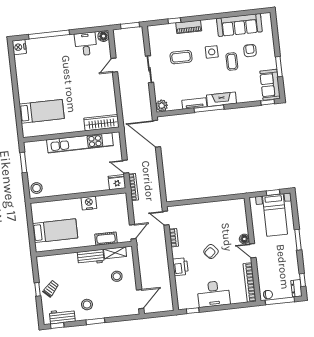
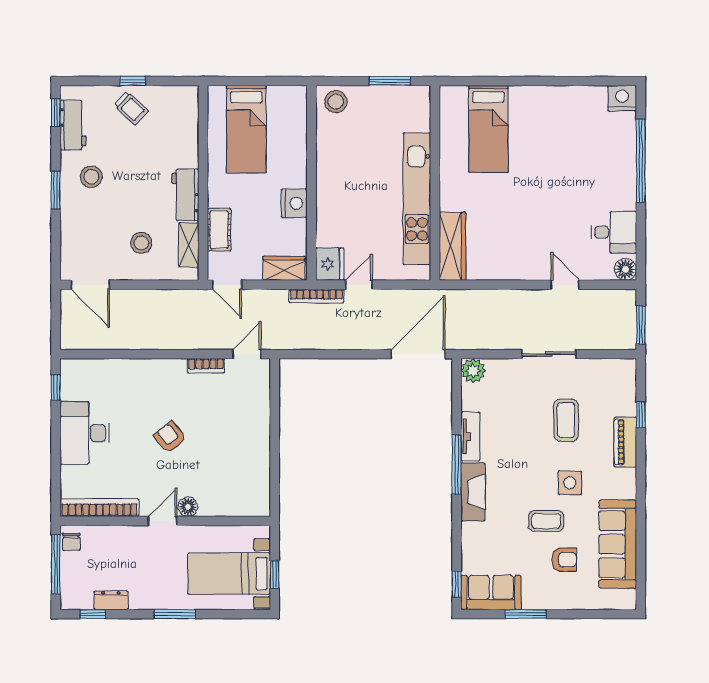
wardrobe: (122, 205) -> (284, 268), added
printer: (180, 267) -> (146, 373), removed
dresser: (296, 288) -> (111, 600), moved

